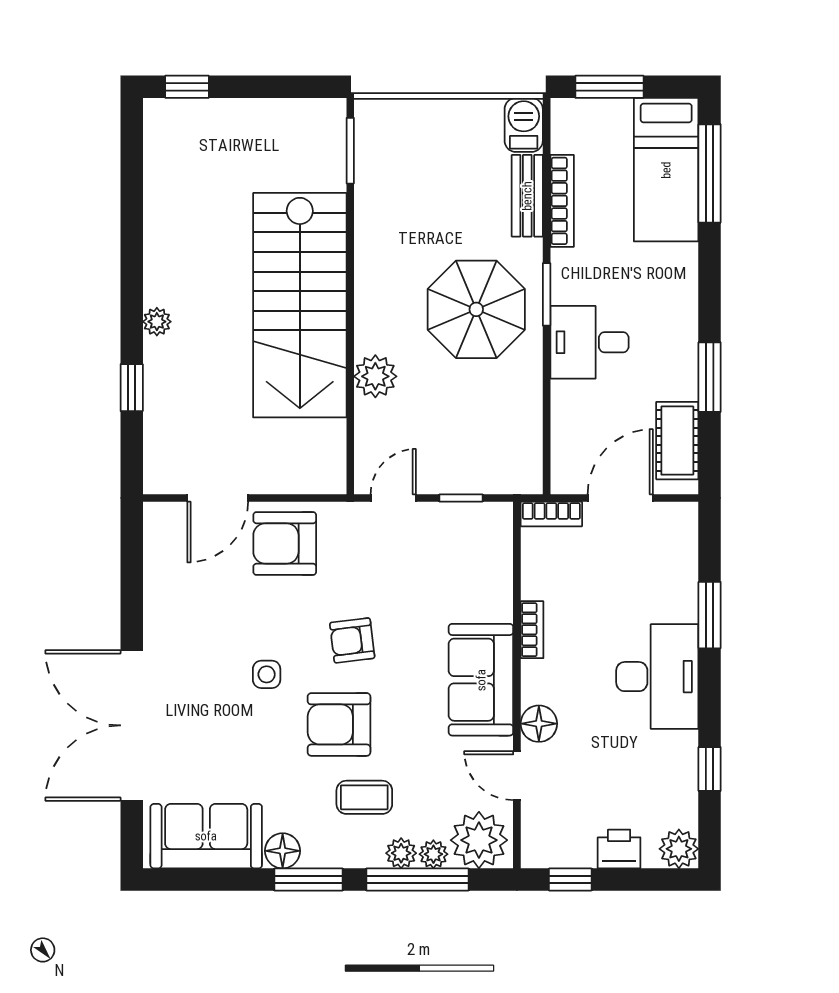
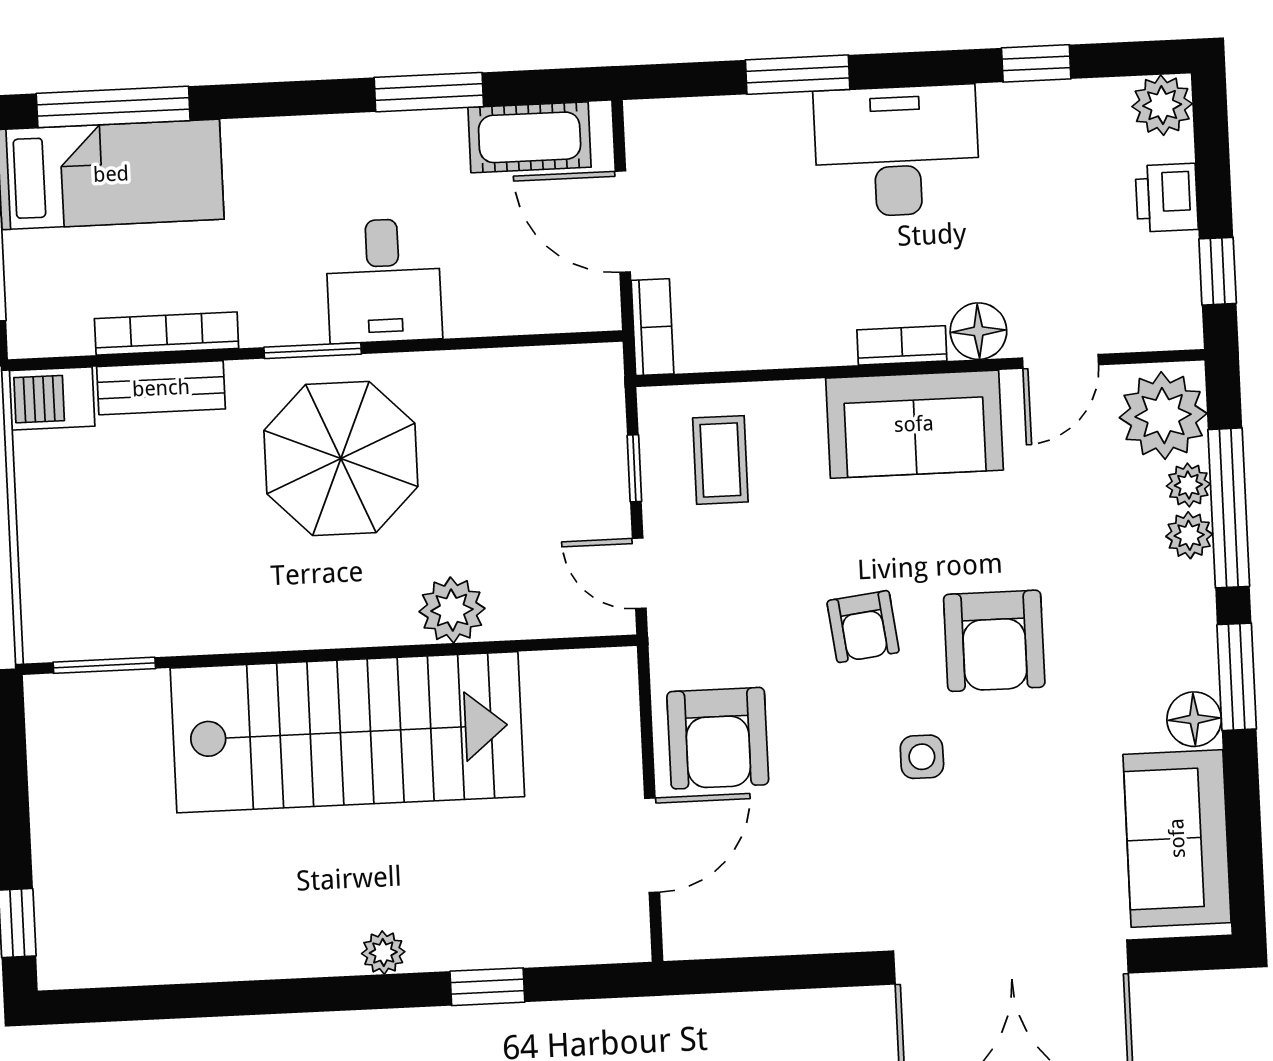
door: (218, 498) -> (652, 845), hinge flipped
bookcase: (532, 630) -> (902, 345), moved
coffee table: (364, 797) -> (720, 460), moved

